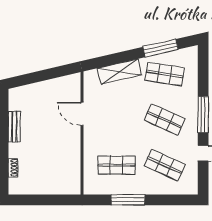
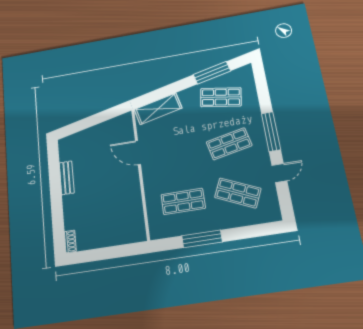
shelving: (119, 72) -> (158, 109), moved
shop shelf: (165, 120) -> (229, 144), turned -36
shoe rack: (13, 168) -> (70, 241), moved

